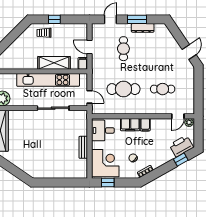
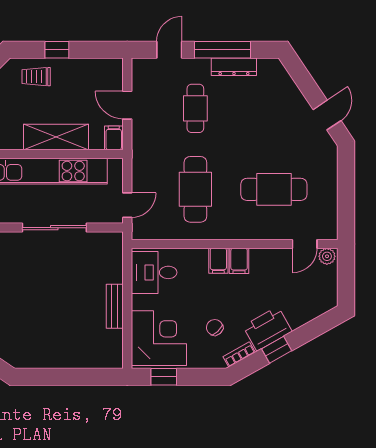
window: (137, 19) -> (223, 50), width x1.44
cafe table: (123, 89) -> (195, 189), turned 90
cafe table: (163, 89) -> (274, 189), width x1.37, depth x1.35
door: (90, 97) -> (127, 205), hinge flipped
filing cabinet: (130, 125) -> (218, 261), width x0.50
printer: (181, 146) -> (267, 329), moved
window: (181, 160) -> (277, 350), moved

